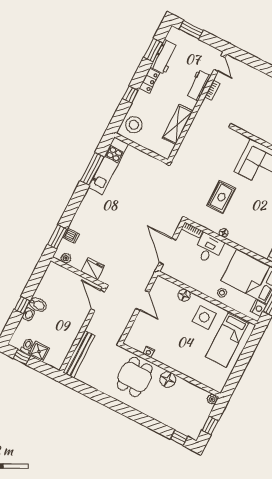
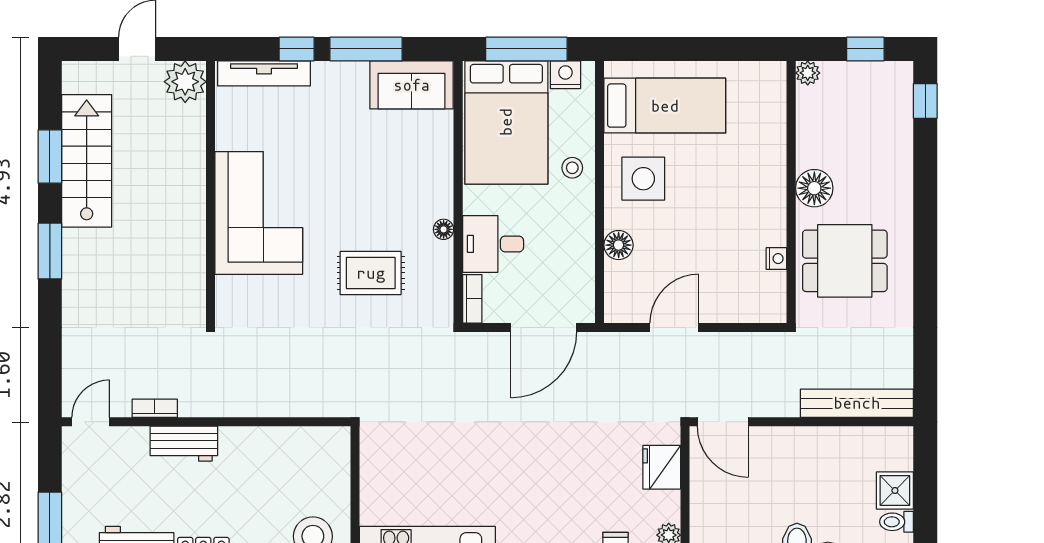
workbench: (198, 85) -> (184, 444), moved
shelving: (178, 125) -> (265, 444), removed
door: (98, 300) -> (723, 422), hinge flipped
window: (22, 357) -> (925, 521), removed

